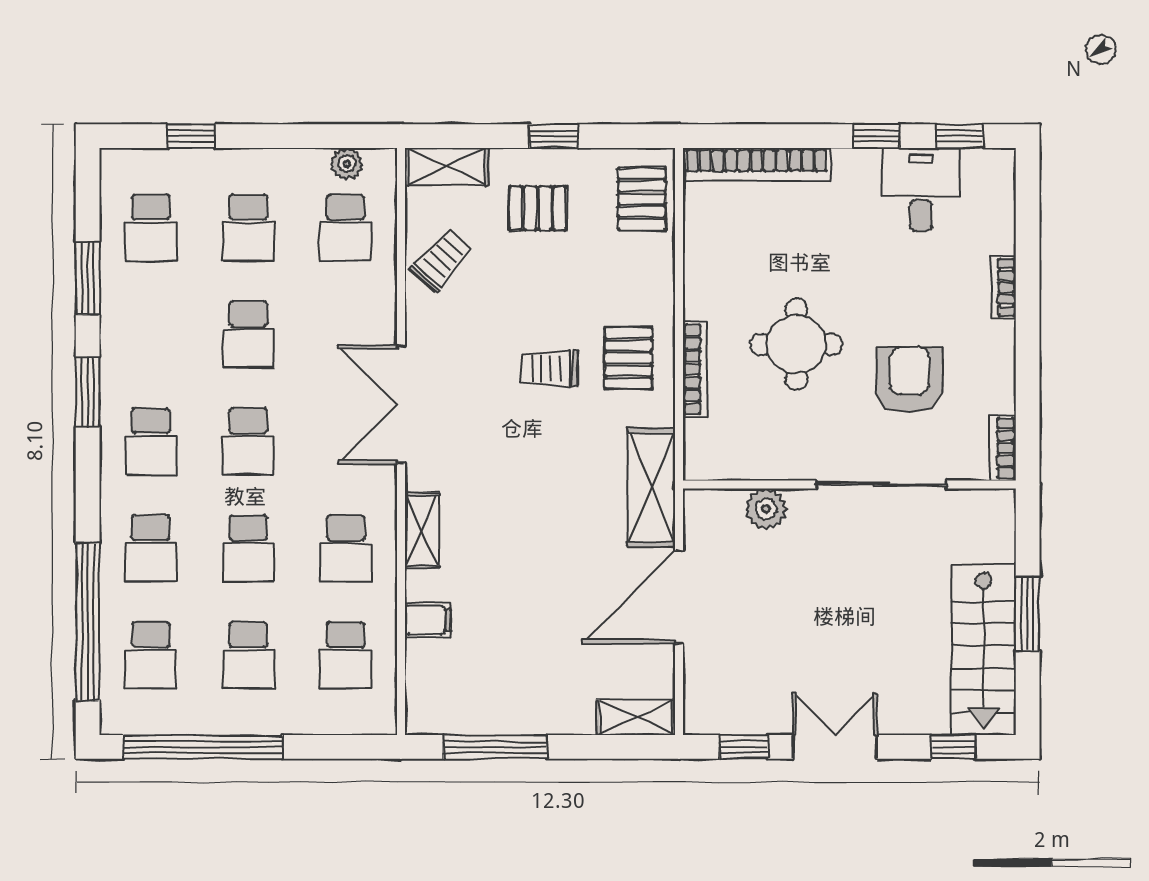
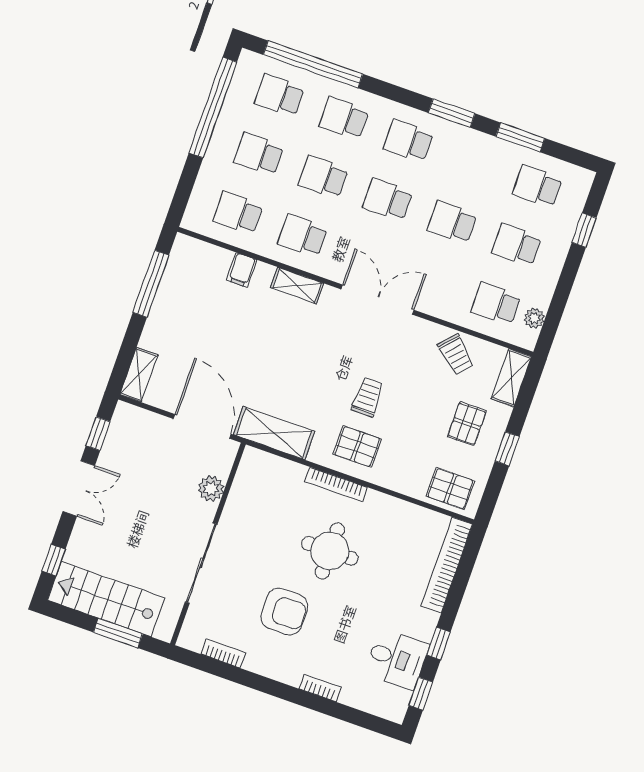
wall: (849, 485) -> (208, 544), moved
sliding door: (881, 485) -> (201, 563), moved
plant: (766, 509) -> (211, 489), moved

